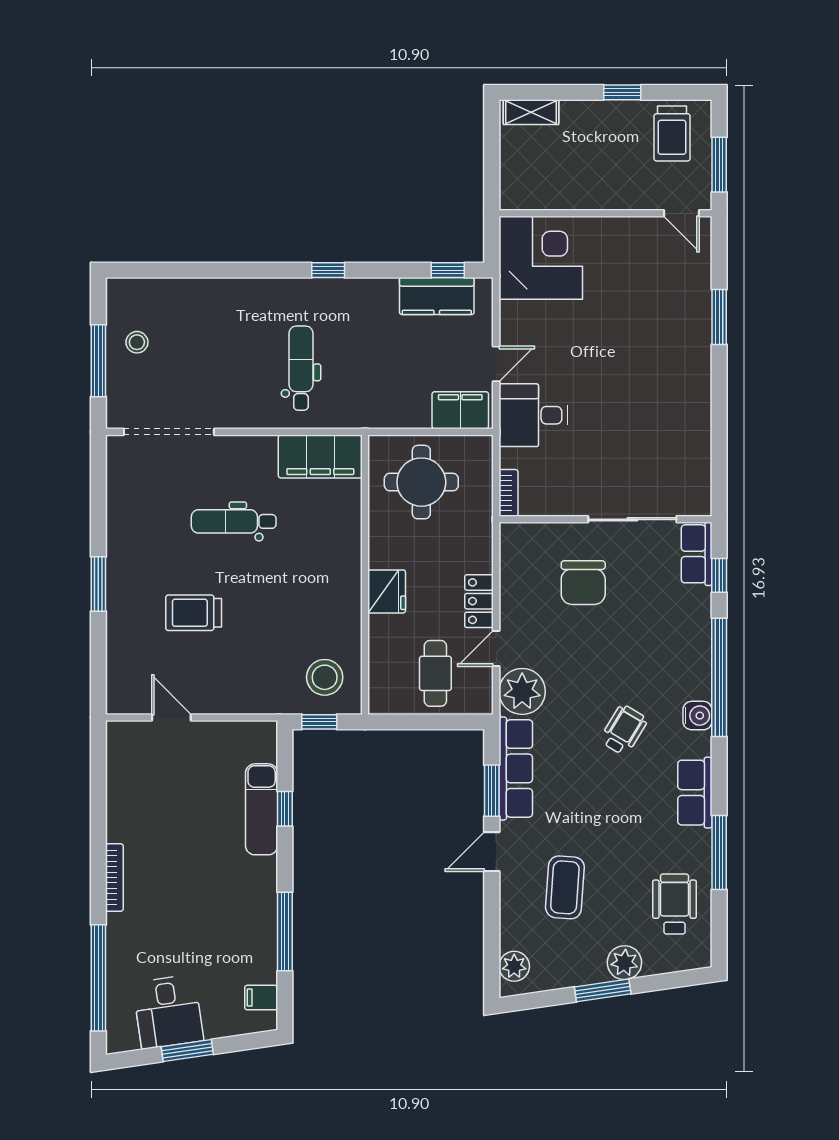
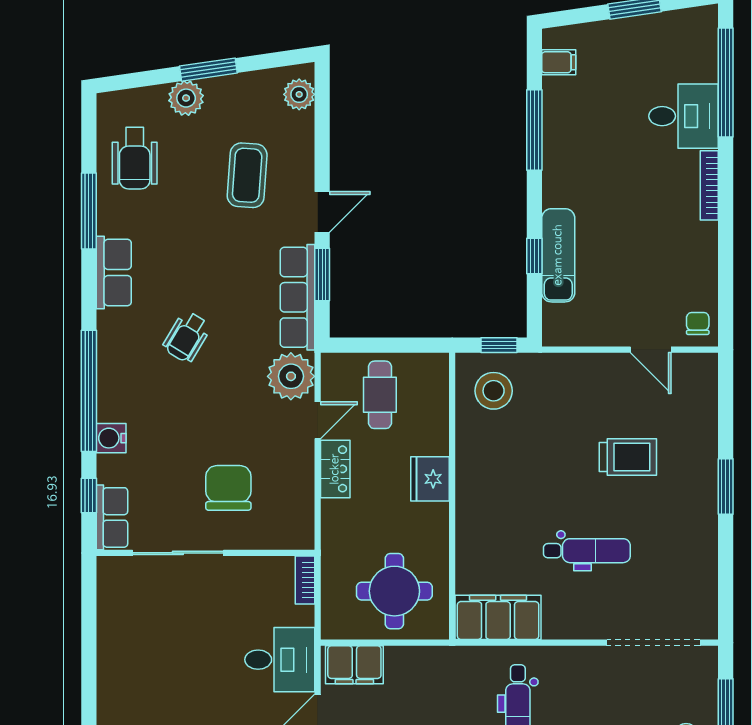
water cooler: (697, 716) -> (111, 438), moved
chair: (126, 743) -> (698, 323), added
desk: (168, 1012) -> (684, 116), moved, turned 98

